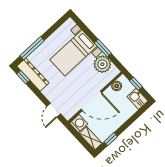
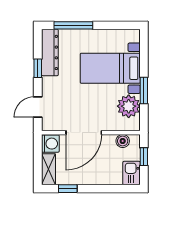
window: (23, 77) -> (38, 68), moved
door: (91, 101) -> (84, 133), hinge flipped

